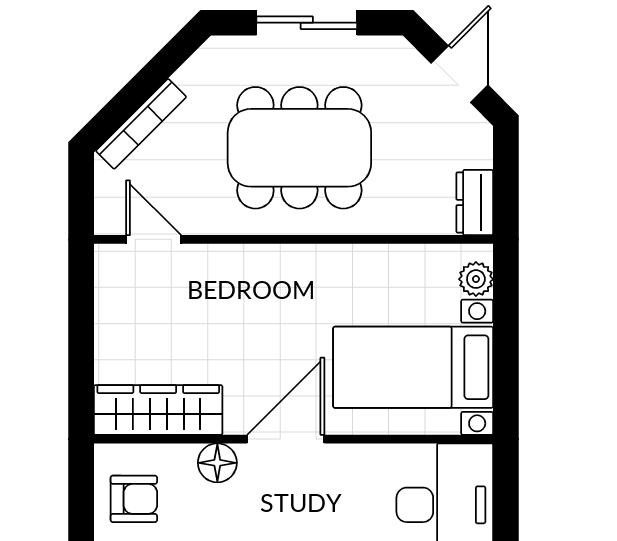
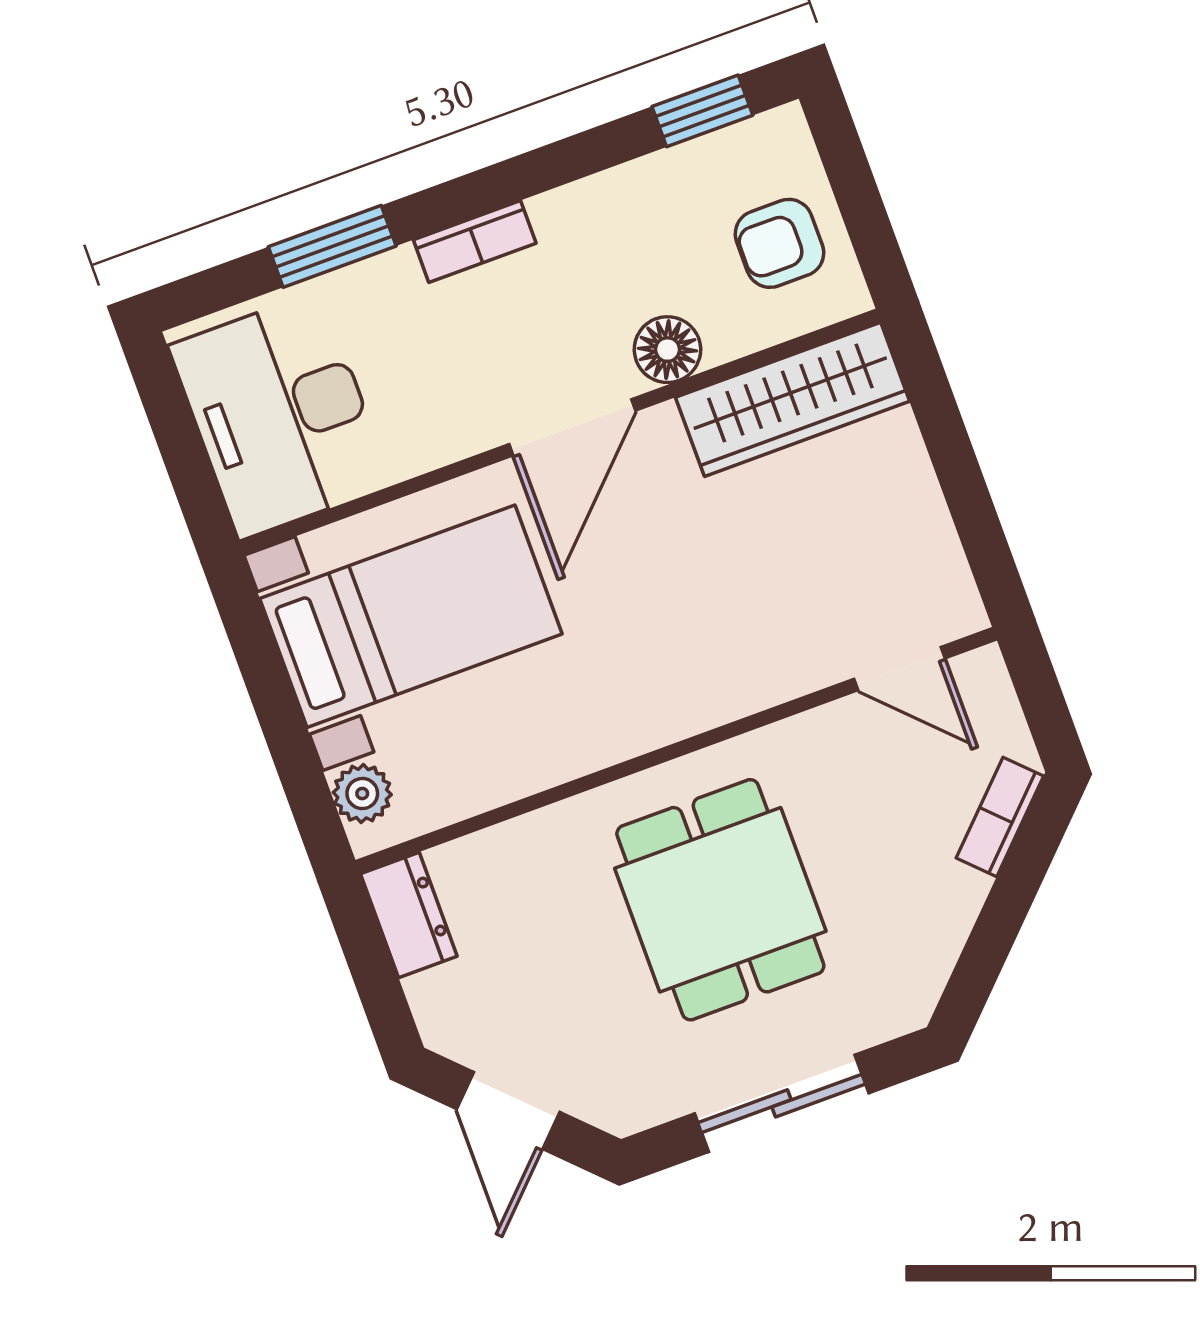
bookcase: (141, 124) -> (1000, 817), width x0.64
dining table: (299, 148) -> (720, 900), width x0.73

